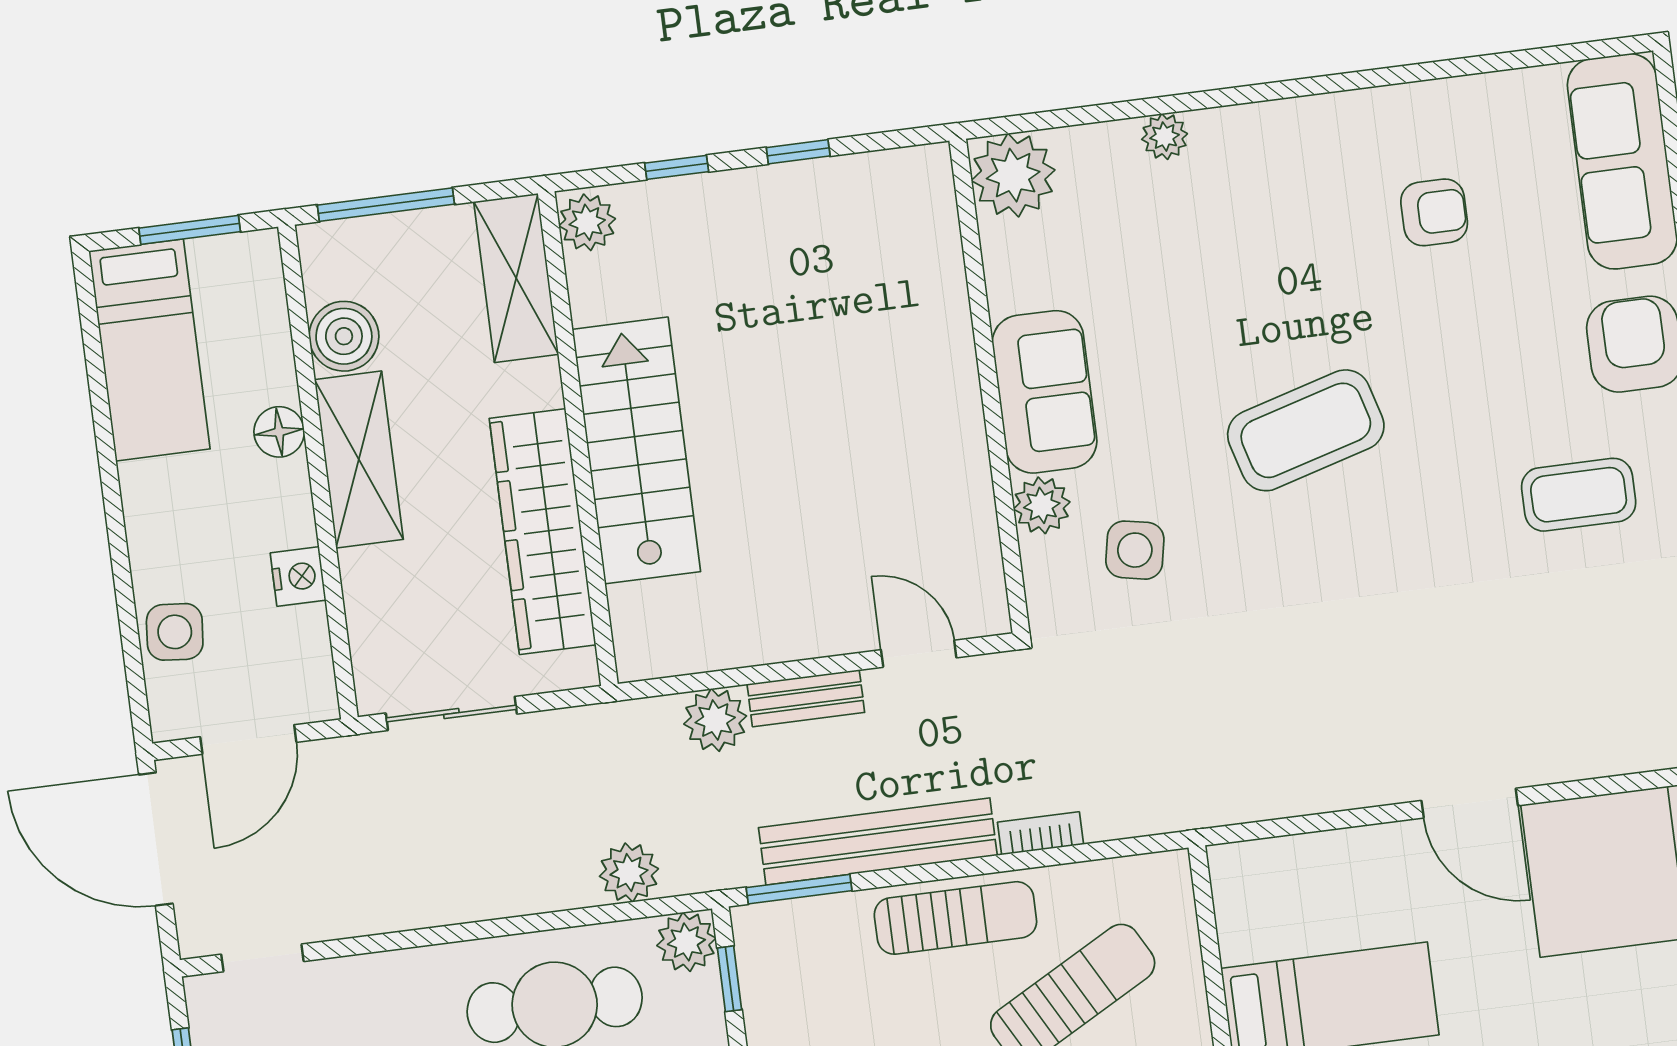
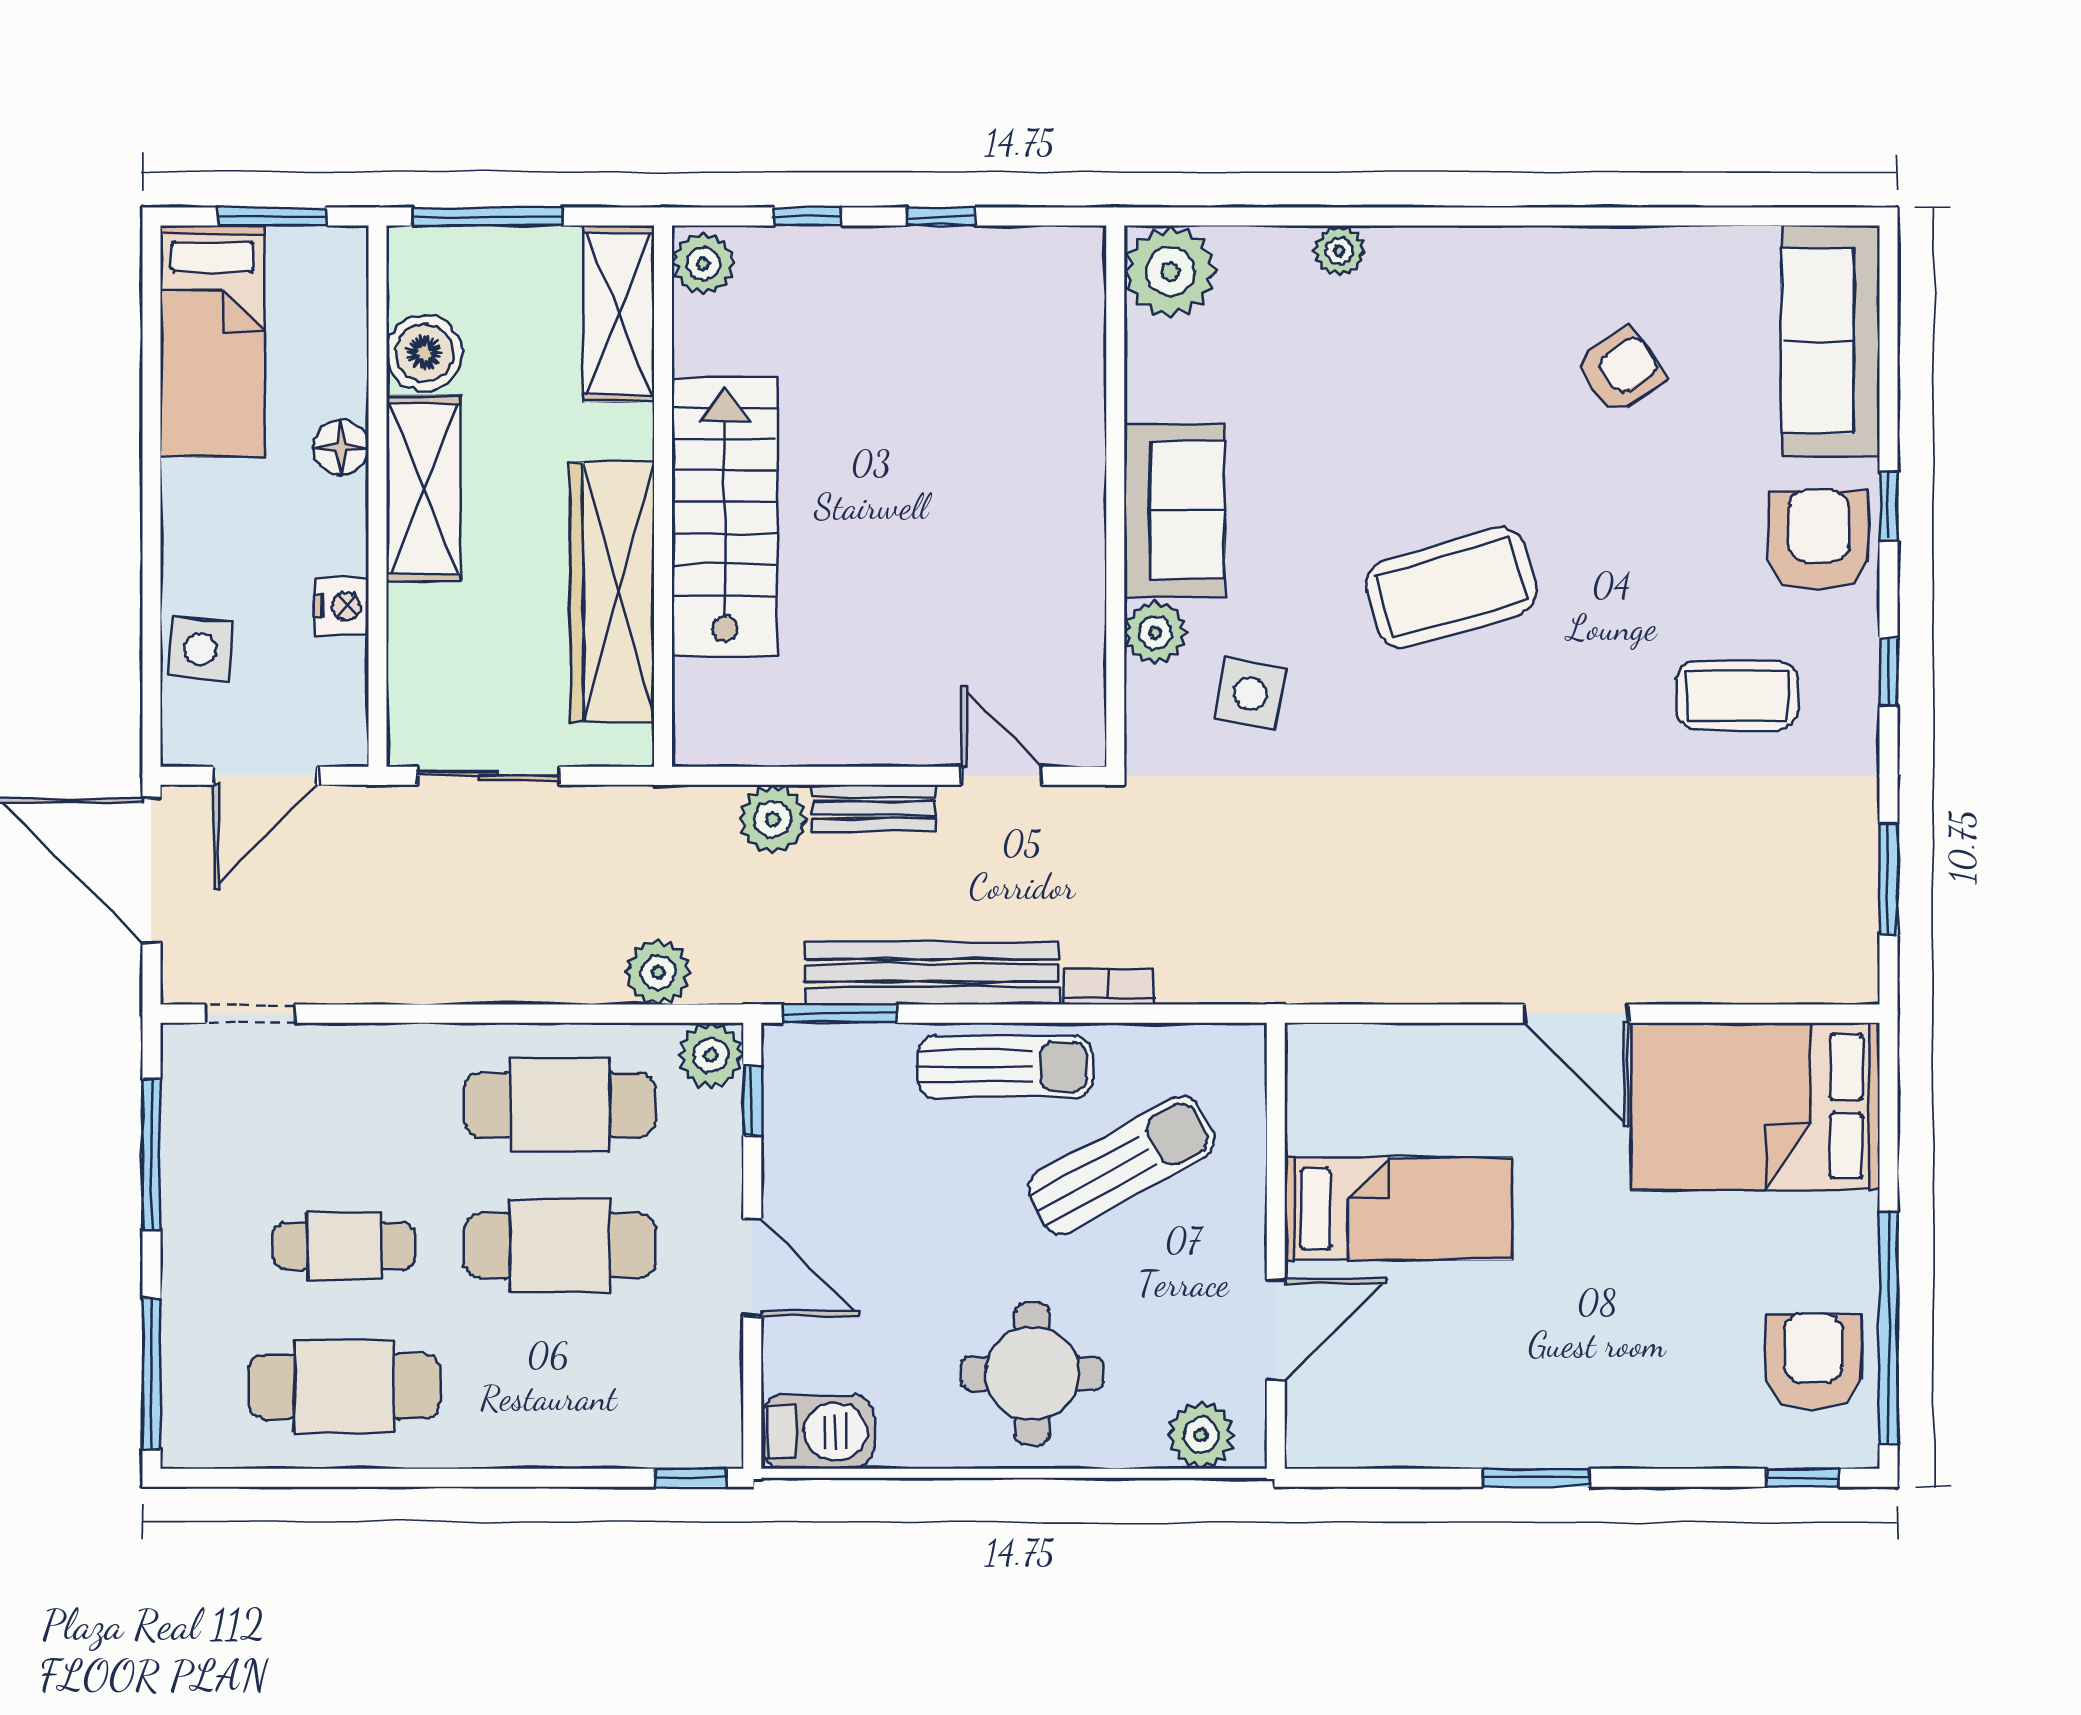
armchair: (1434, 212) -> (1620, 370), turned -34

